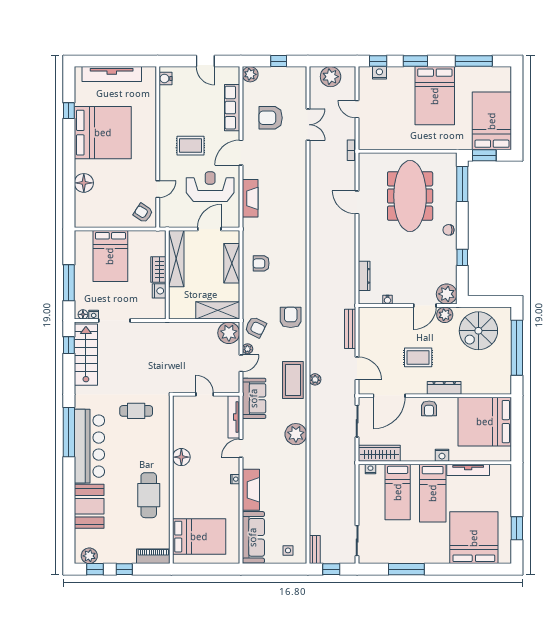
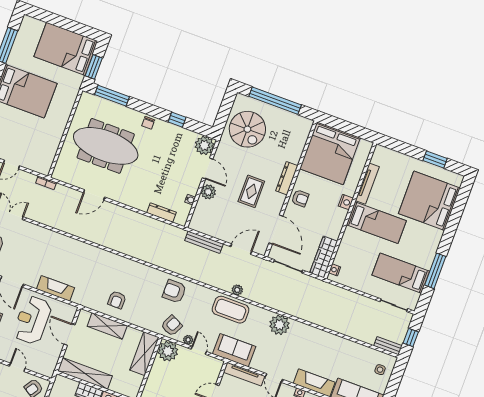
plant: (445, 315) -> (208, 192), moved
bed: (398, 492) -> (401, 273), moved, turned 180

